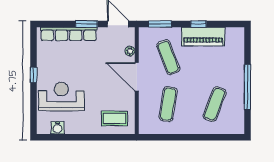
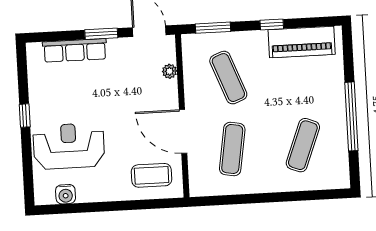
row of seats: (69, 34) -> (75, 50), width x0.73
piano: (203, 37) -> (302, 42), moved
door: (137, 77) -> (183, 131), moved

